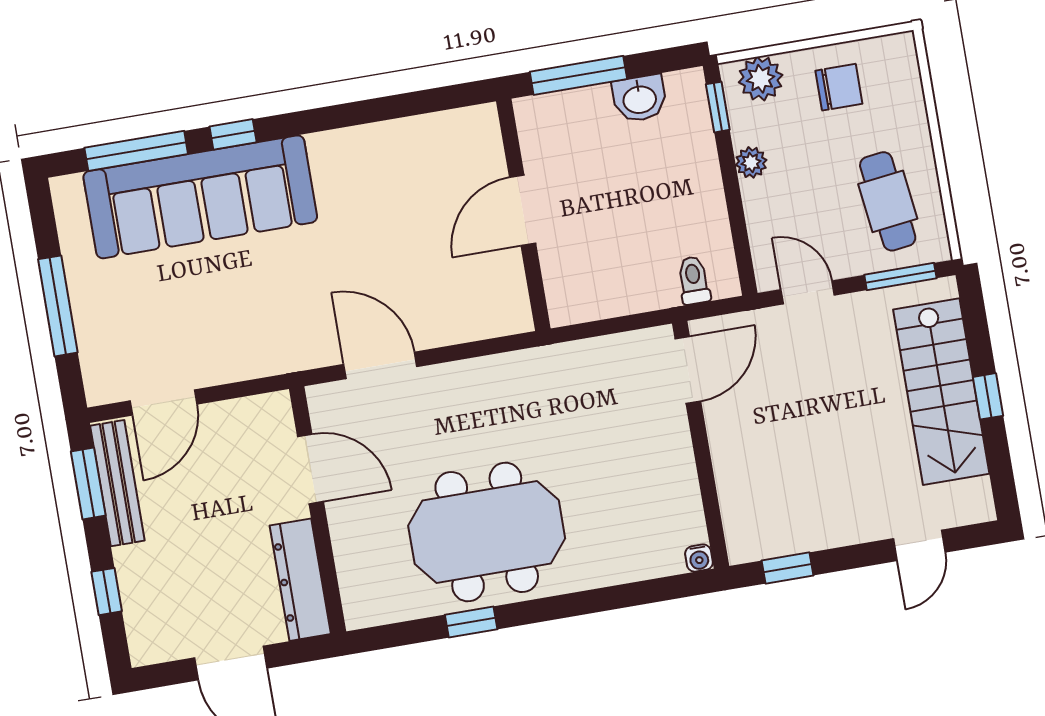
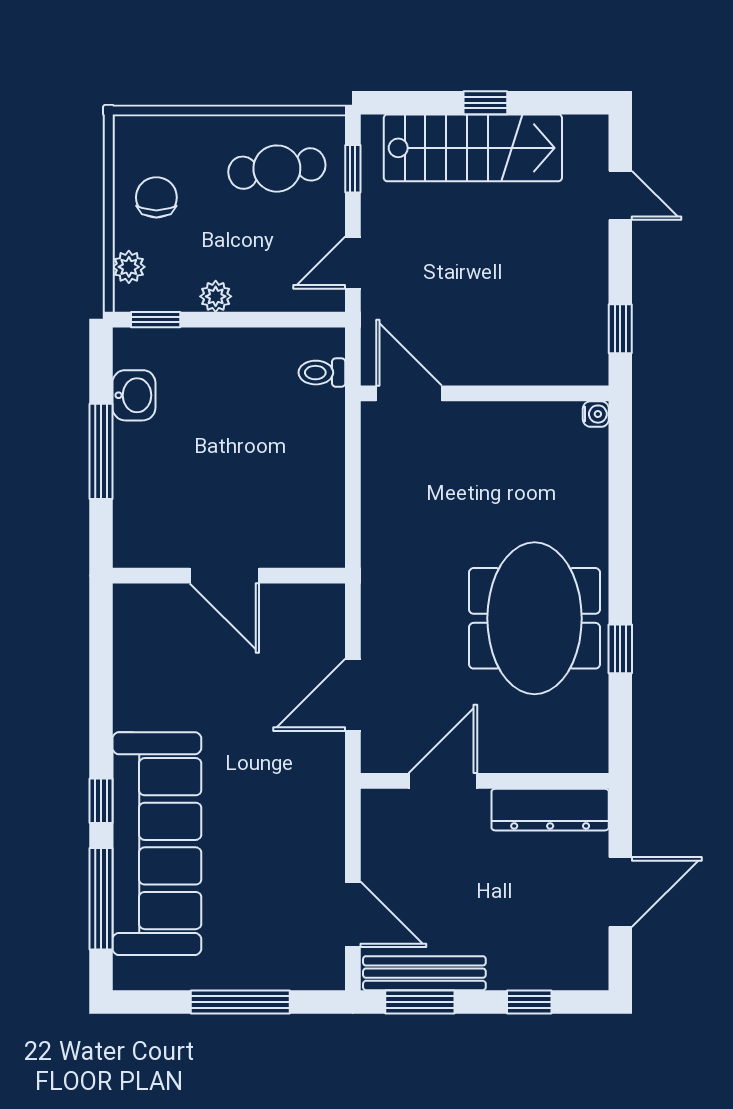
plant: (761, 79) -> (129, 267), width x0.73, depth x0.73
door: (523, 210) -> (224, 576), moved
wall: (523, 215) -> (229, 576), moved
window: (900, 277) -> (353, 169), width x0.67

